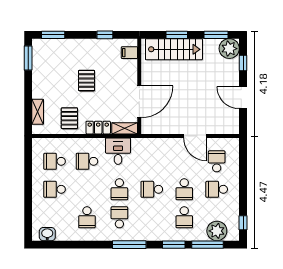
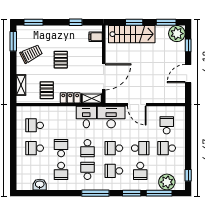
trolley: (50, 74) -> (31, 54), added
door: (243, 98) -> (188, 74), hinge flipped
door: (195, 136) -> (137, 105), moved
desk: (148, 151) -> (111, 117), added
school desk: (87, 161) -> (61, 148), moved, turned 90
school desk: (184, 189) -> (140, 148), turned -90
school desk: (152, 217) -> (114, 171), added
washbasin: (47, 234) -> (40, 185), moved

